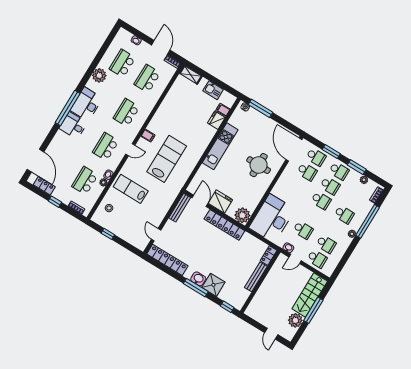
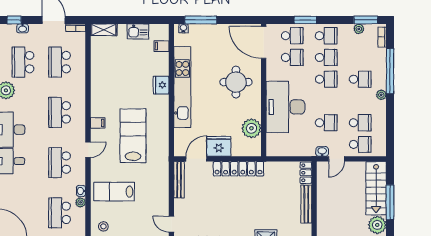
window: (134, 31) -> (14, 20), added
fridge: (216, 120) -> (161, 85), moved
kitchen unit: (220, 146) -> (182, 87), width x1.36
window: (357, 167) -> (366, 20), moved
door: (200, 201) -> (196, 159), hinge flipped
plant: (242, 215) -> (251, 128), moved
desk: (272, 218) -> (285, 107), moved

